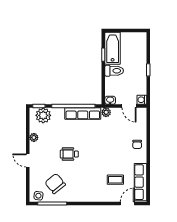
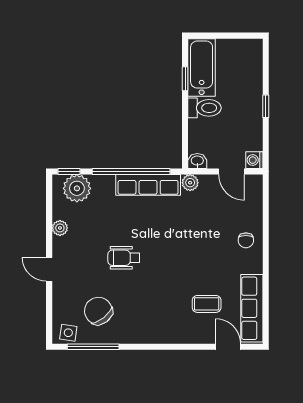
door: (127, 204) -> (228, 347), hinge flipped

